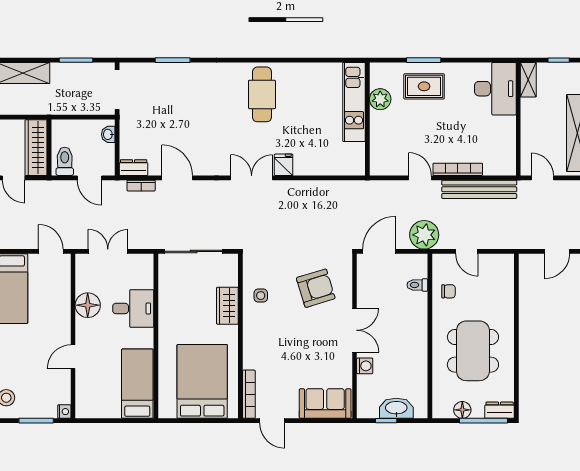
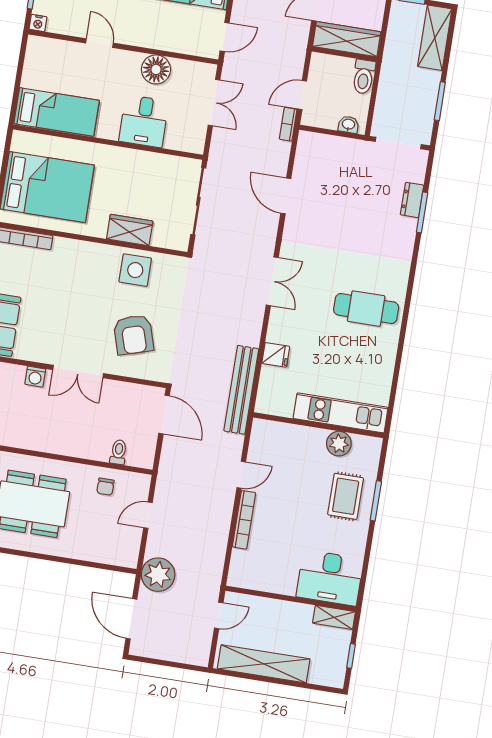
toilet: (65, 161) -> (364, 77), moved, turned 90
fridge: (284, 165) -> (276, 355), moved
dresser: (134, 168) -> (412, 200), moved, turned 180
door: (177, 178) -> (286, 196), swing flipped
bookcase: (141, 186) -> (288, 124), moved
bench: (479, 189) -> (241, 390), moved
plant: (424, 235) -> (158, 575), moved
door: (557, 251) -> (131, 619), width x1.37
side table: (261, 296) -> (135, 270), width x1.87, depth x1.87

